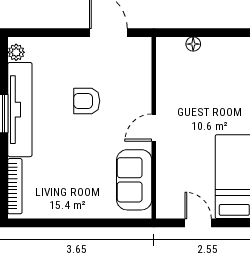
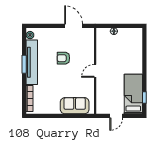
sofa: (134, 180) -> (75, 106), moved, turned 90
door: (198, 223) -> (116, 116), swing flipped

